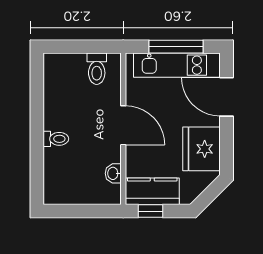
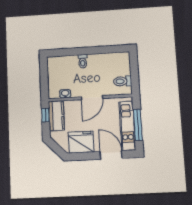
door: (227, 97) -> (111, 155), hinge flipped

